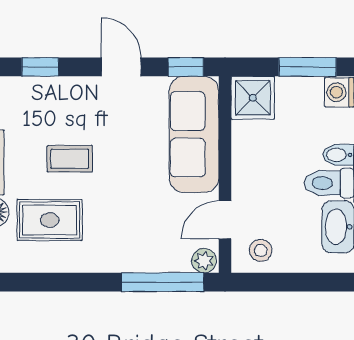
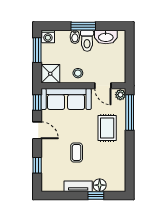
door: (121, 67) -> (37, 130), swing flipped
rug: (50, 220) -> (107, 128), moved
stool: (261, 250) -> (78, 73), moved

